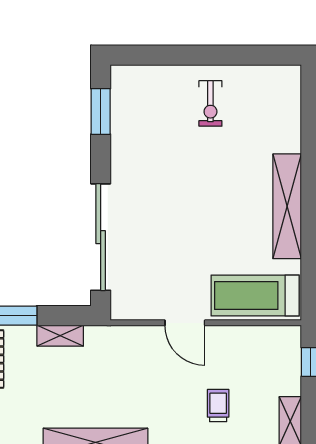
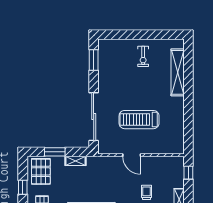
shelving: (287, 206) -> (178, 72), moved
treadmill: (255, 295) -> (139, 120), moved

